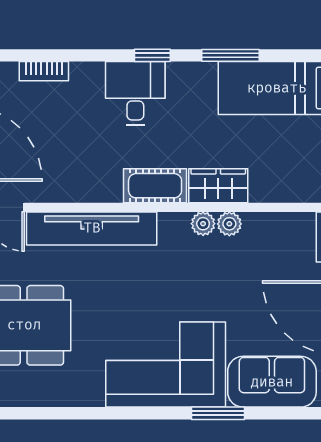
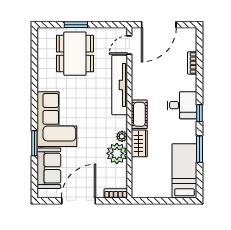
plant: (229, 224) -> (117, 153), width x1.88, depth x1.88

